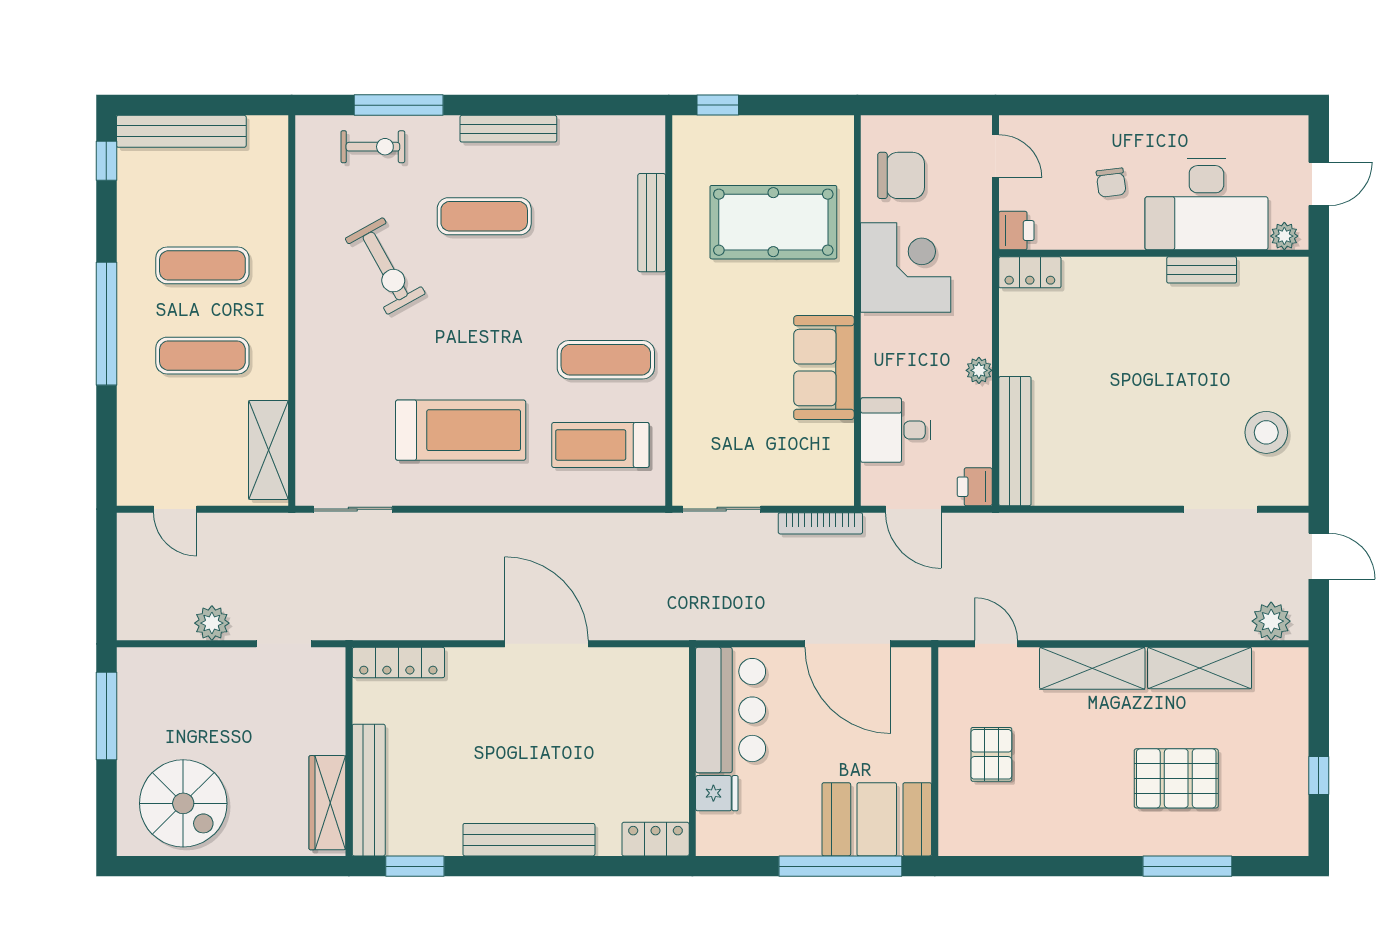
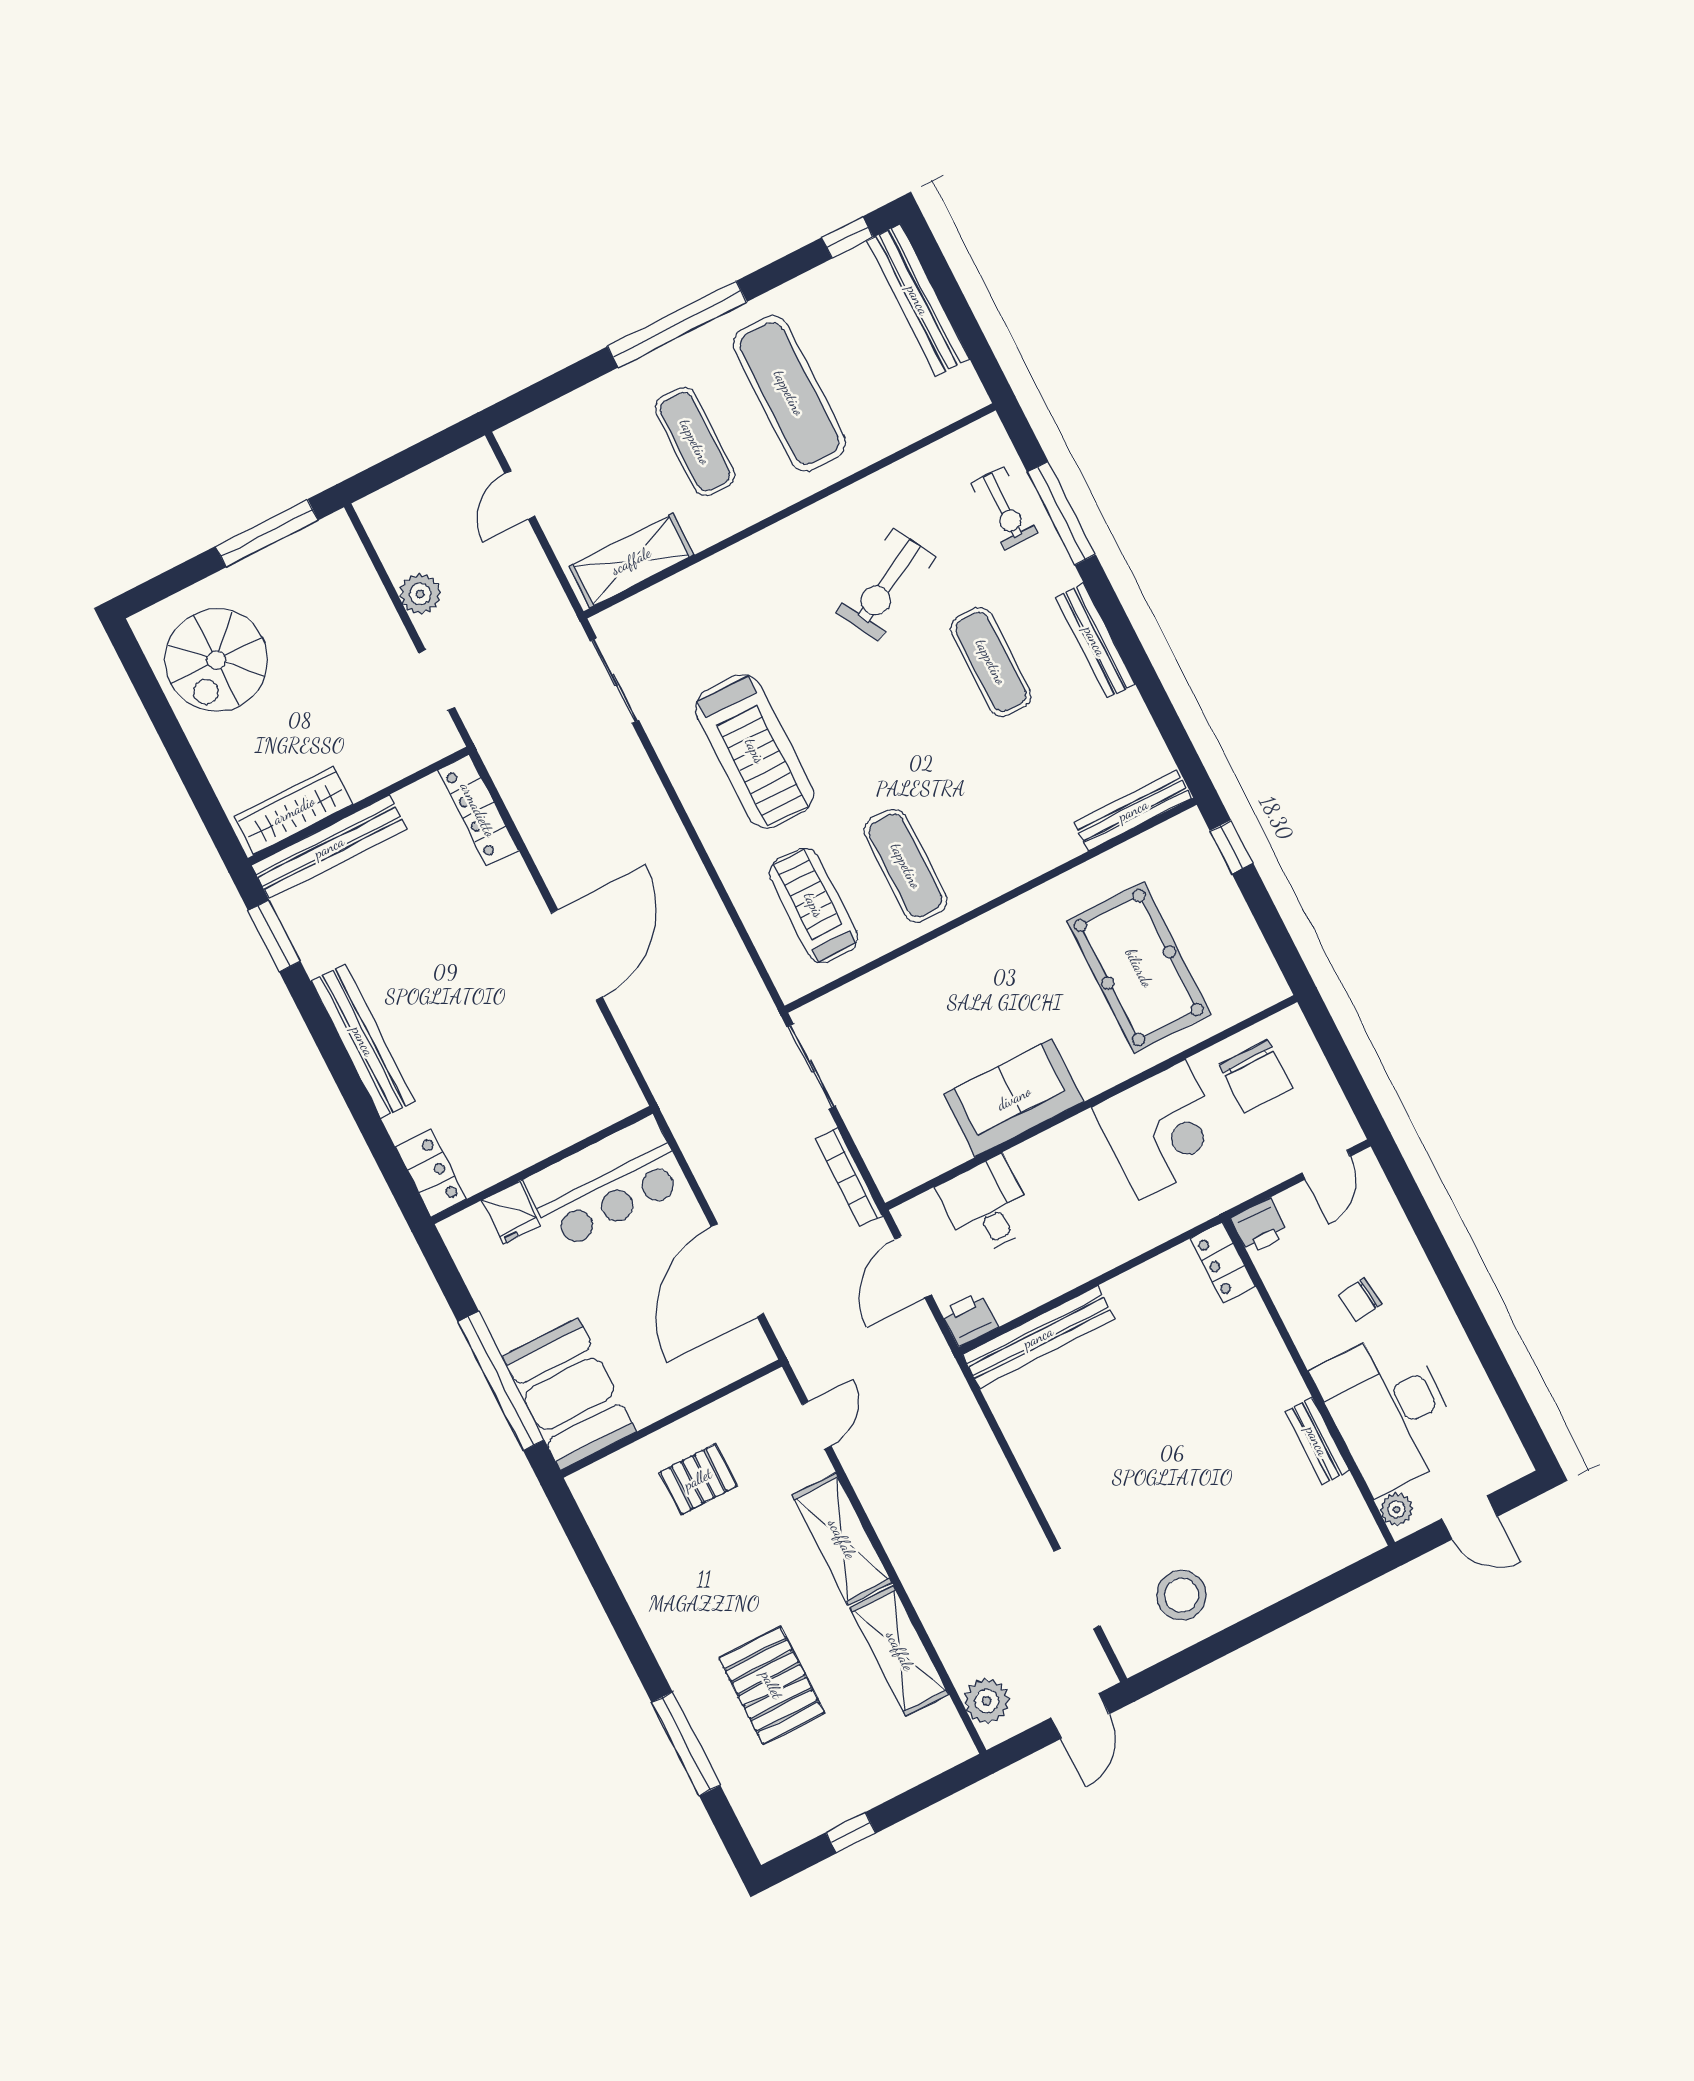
bench: (652, 223) -> (1133, 810), moved
exercise mat: (202, 265) -> (789, 393), width x1.36, depth x1.45
plant: (979, 370) -> (1093, 1262), removed

